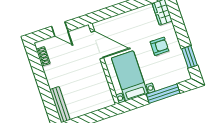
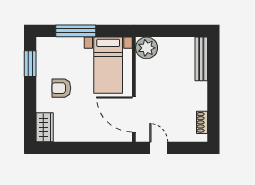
door: (60, 29) -> (159, 148), moved
plant: (105, 99) -> (147, 48), added

